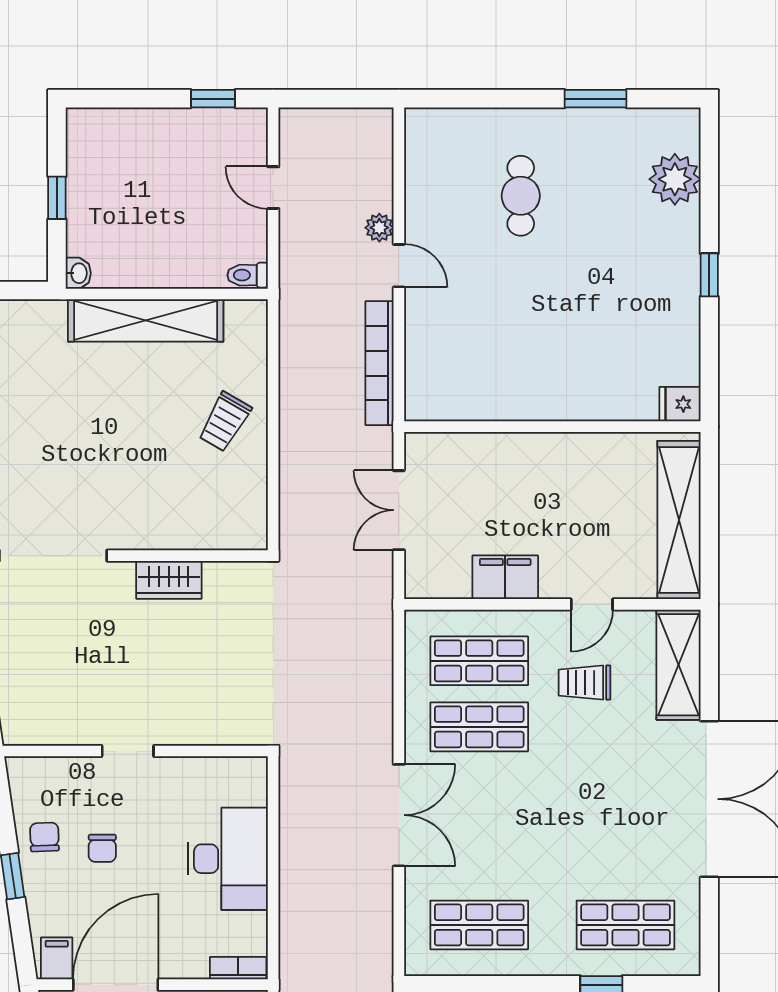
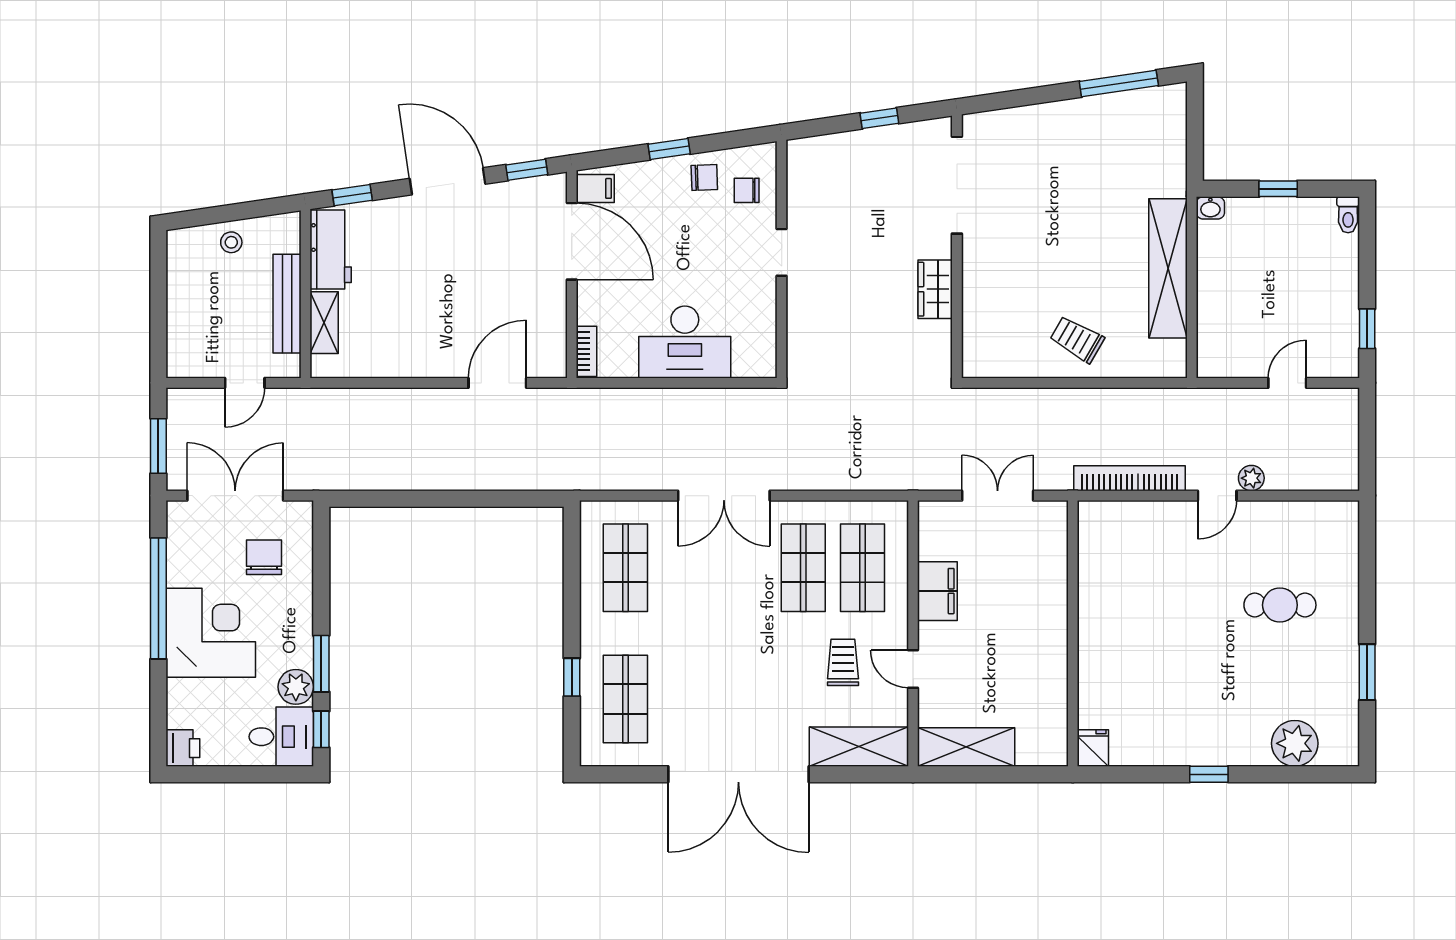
toilet: (248, 275) -> (1348, 215), moved, turned 180
shelving: (679, 520) -> (966, 747), width x0.68
chair: (102, 848) -> (747, 190), moved

